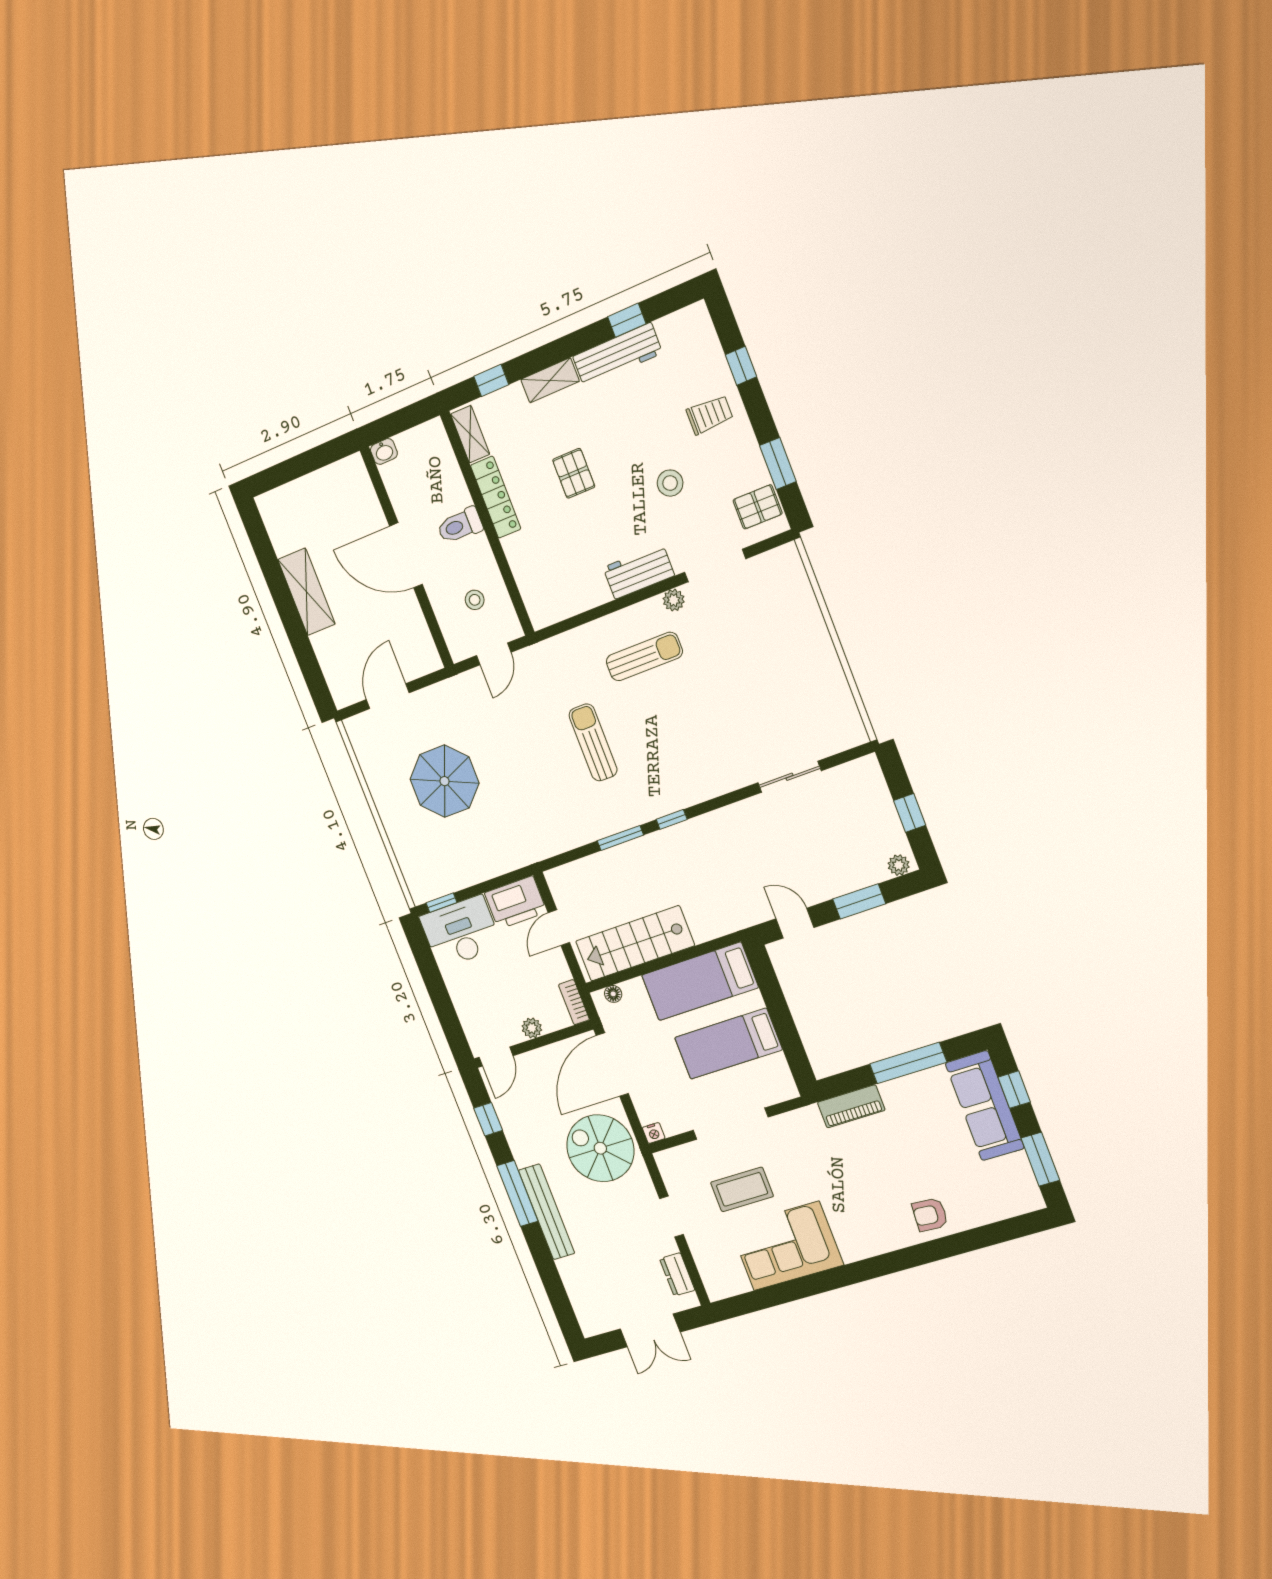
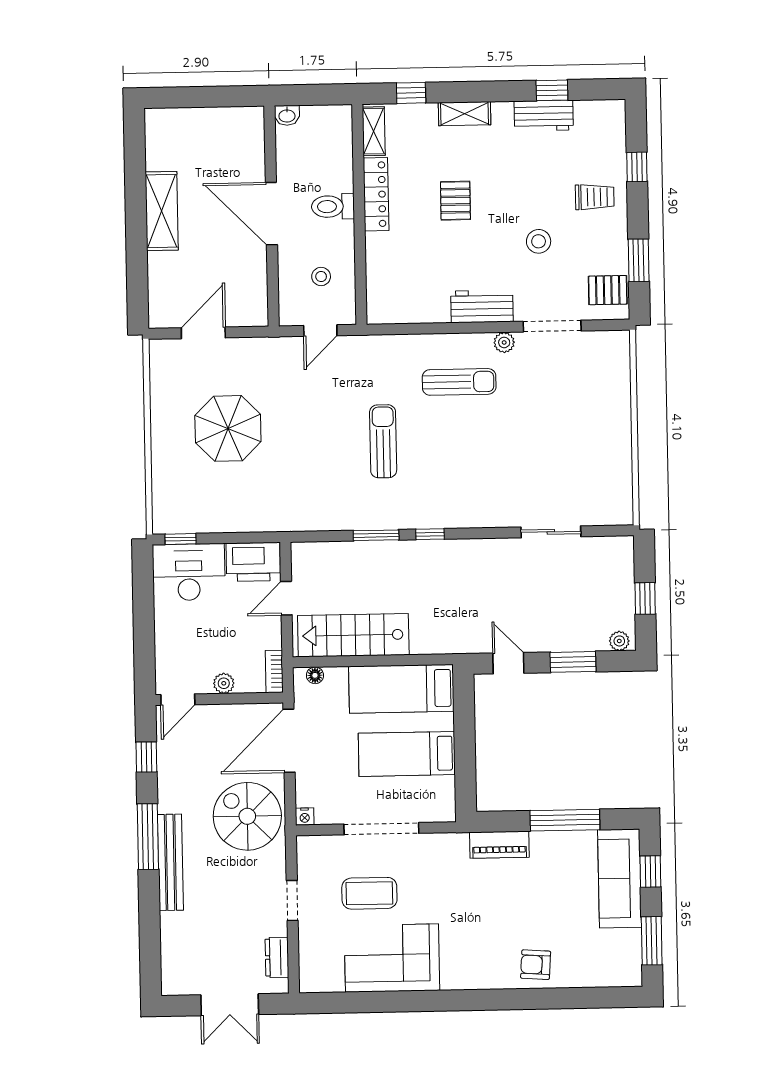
workbench: (617, 355) -> (544, 116), width x0.73

